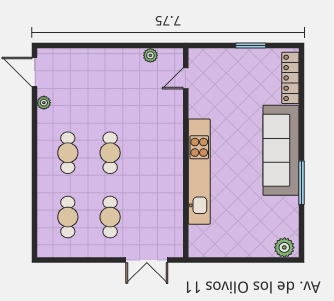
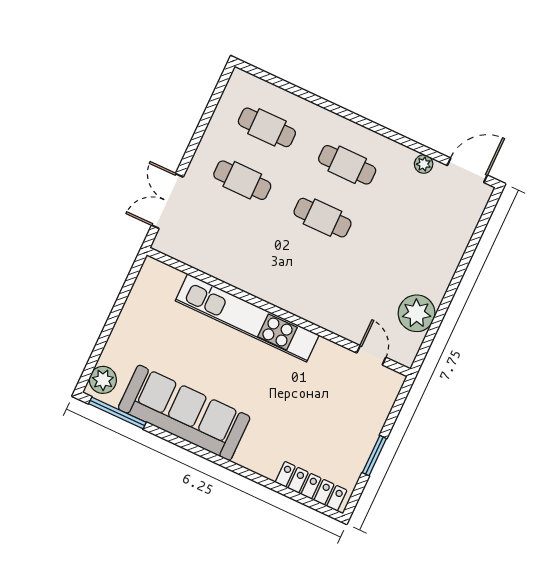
plant: (150, 55) -> (417, 313), width x1.87, depth x1.87
sofa: (281, 150) -> (184, 413), moved
window: (302, 183) -> (117, 413), moved

